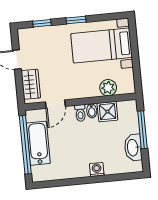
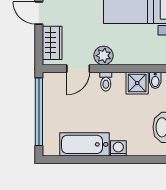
plant: (108, 88) -> (103, 56), moved
bidet: (92, 111) -> (155, 80), moved
bathtub: (38, 143) -> (84, 144), moved, turned -90

